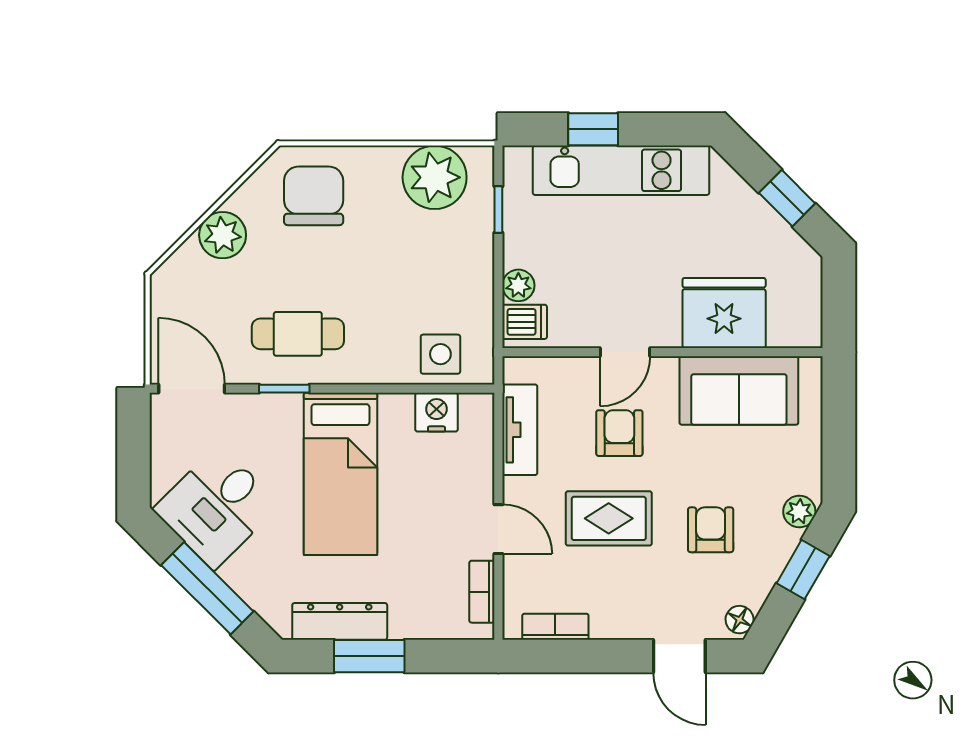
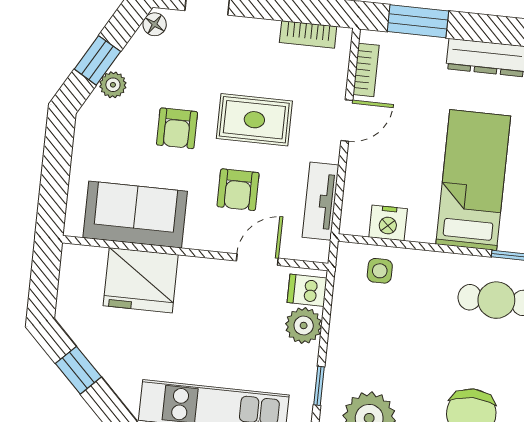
plant: (518, 285) -> (304, 325), width x1.38, depth x1.38
door: (625, 352) -> (257, 260), moved
side table: (440, 354) -> (380, 271), width x0.73, depth x0.73
plant: (799, 512) -> (113, 85), moved
door: (498, 529) -> (347, 120), swing flipped
armchair: (711, 530) -> (177, 128), moved
window: (369, 656) -> (418, 21), moved

